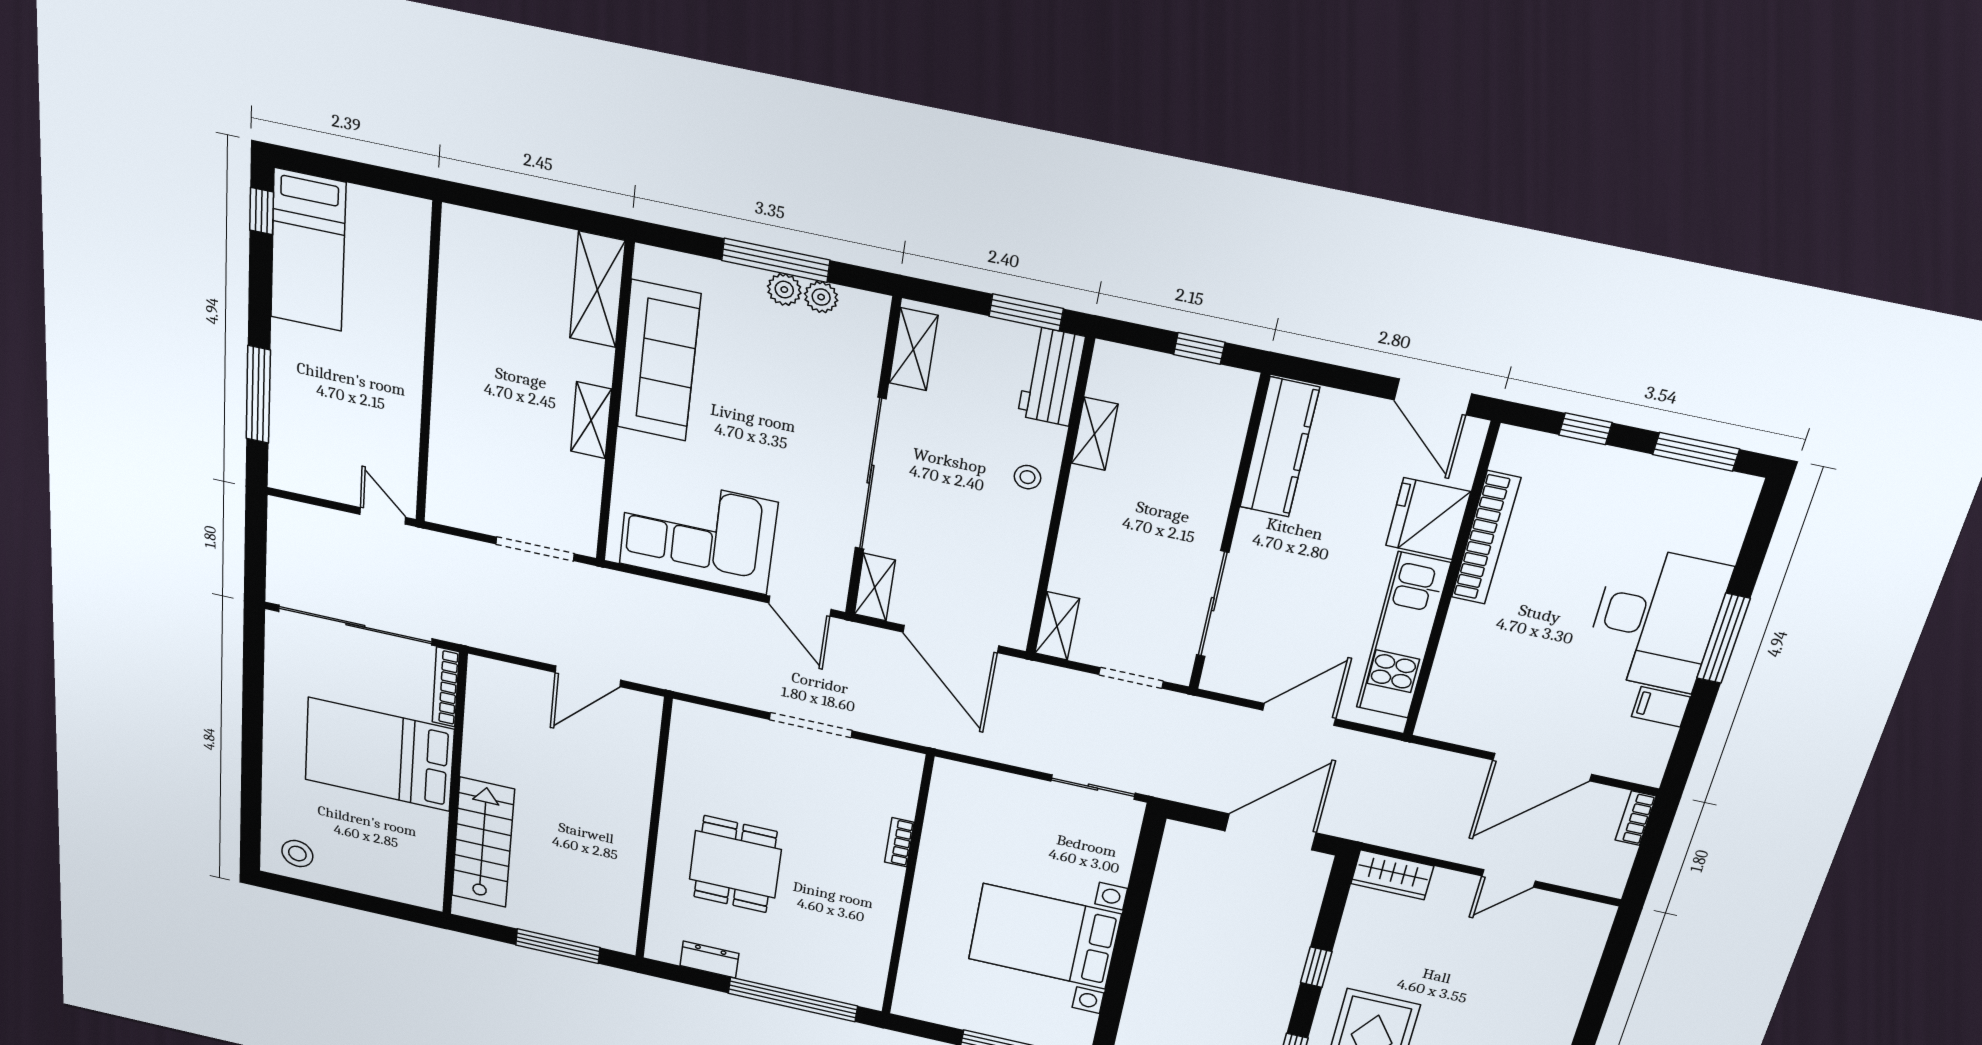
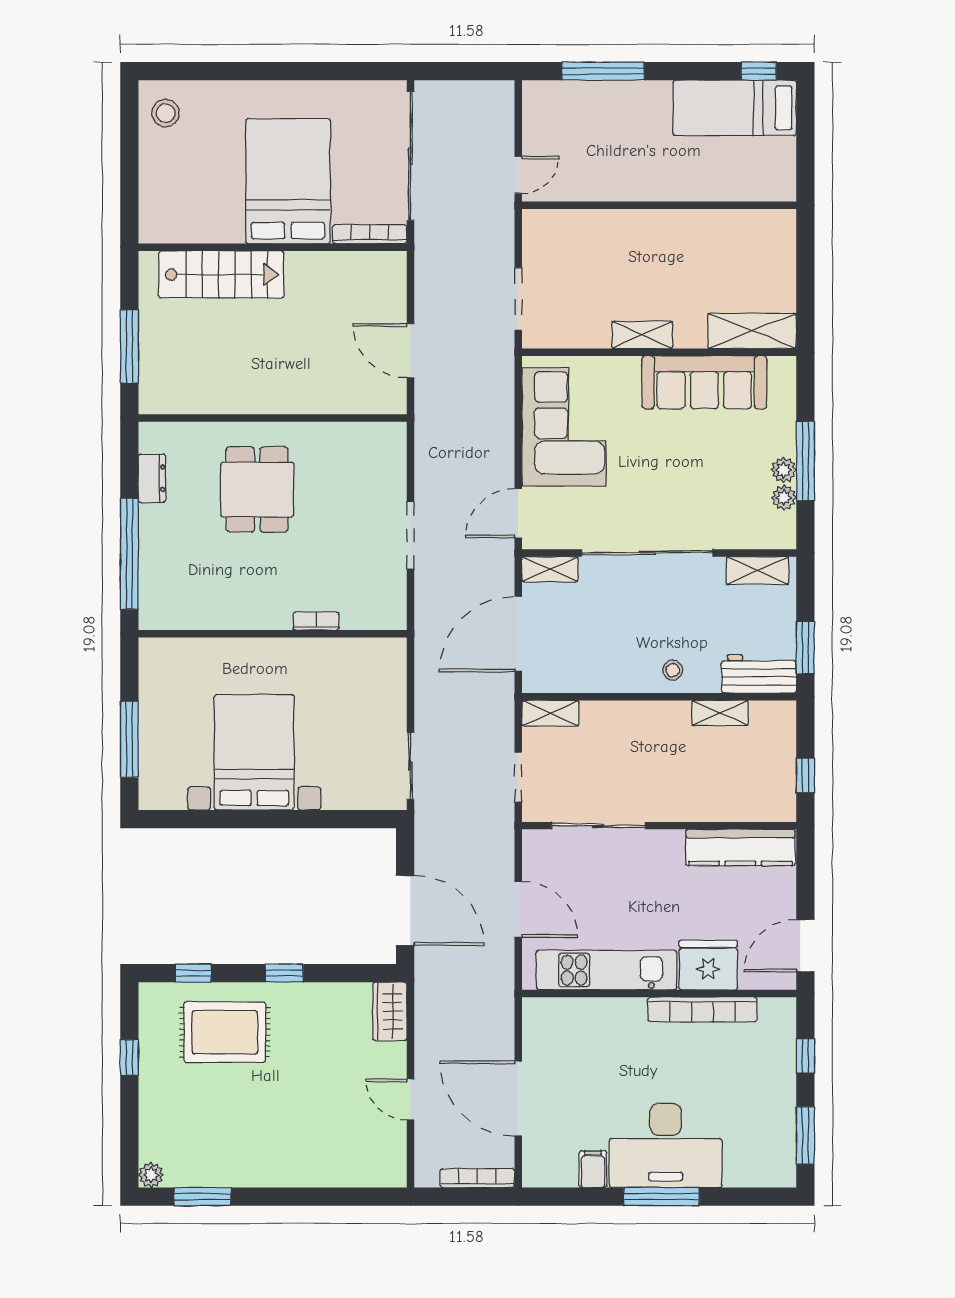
bookcase: (1636, 818) -> (478, 1178), width x1.56
dining table: (735, 864) -> (257, 489), turned 90

